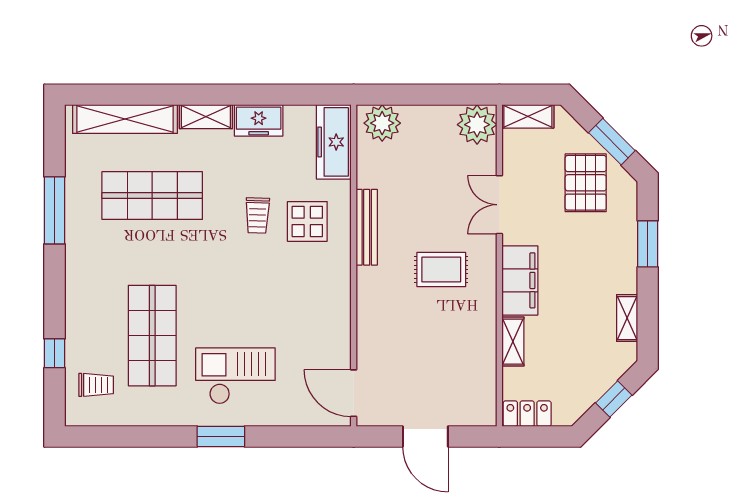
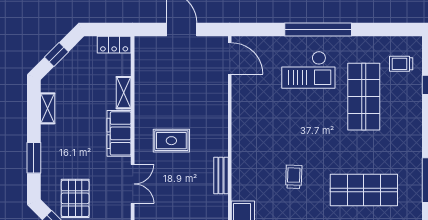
display table: (307, 221) -> (261, 173), removed
bench: (367, 227) -> (221, 175), width x0.73
window: (221, 436) -> (318, 29), width x2.11

